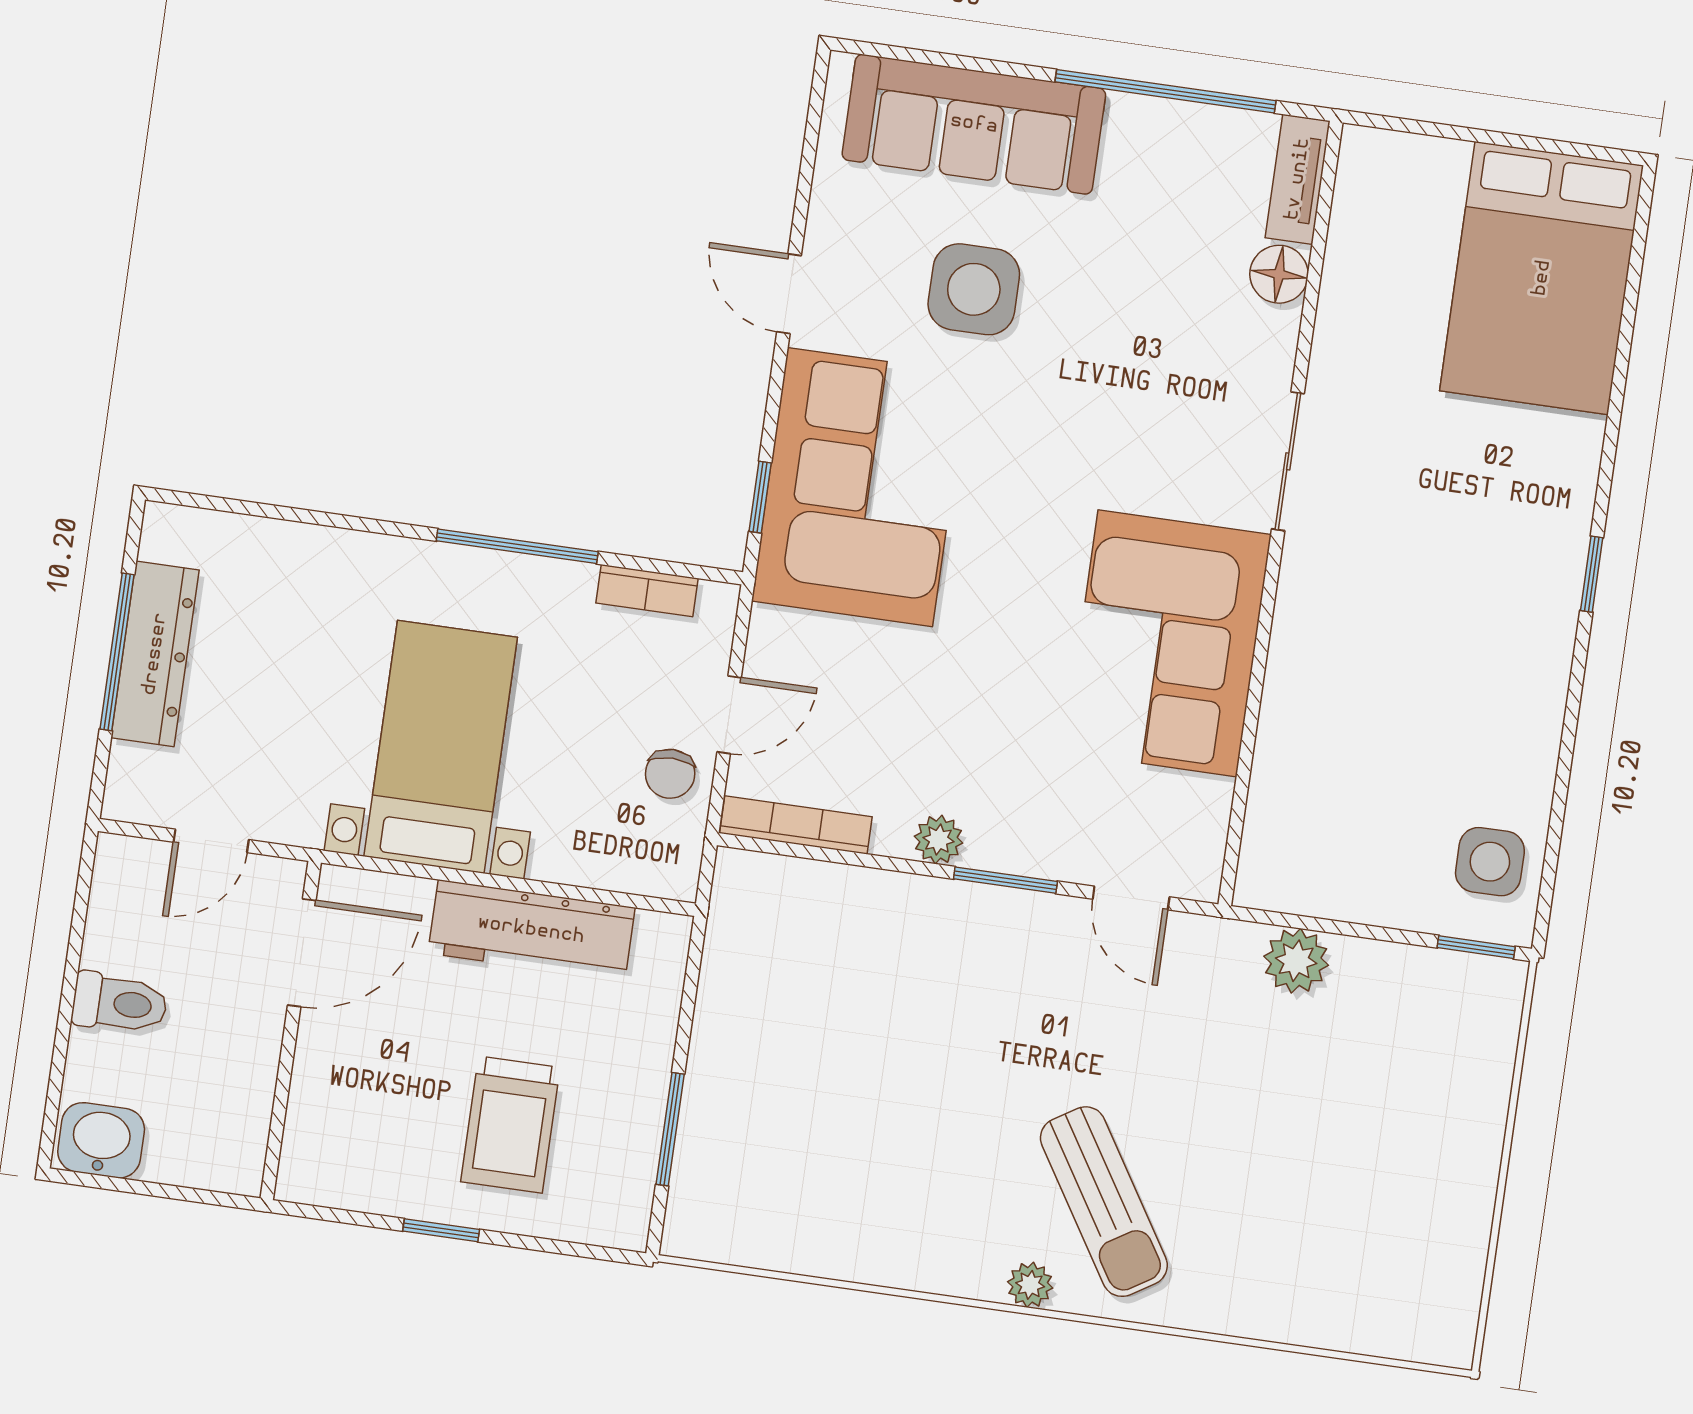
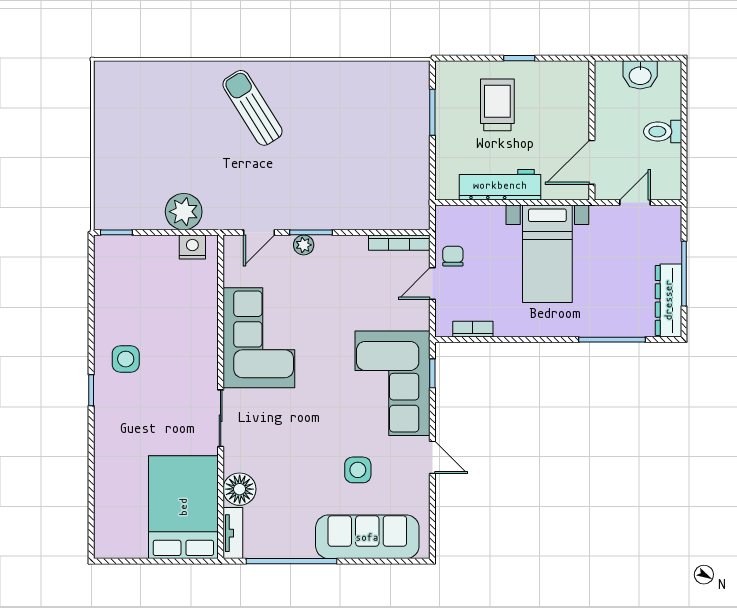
floor lamp: (1279, 274) -> (240, 489), width x1.38, depth x1.38
bed: (1542, 278) -> (183, 507), moved
side table: (974, 289) -> (358, 470), width x0.73, depth x0.73
window: (517, 546) -> (612, 340), moved
dresser: (155, 654) -> (668, 300), moved
plant: (938, 840) -> (304, 245), moved
side table: (1490, 862) -> (126, 359), moved
nightstand: (1297, 886) -> (192, 247), added
door: (1131, 898) -> (259, 232), swing flipped
plant: (1296, 961) -> (184, 212), width x1.36, depth x1.36
washbasin: (101, 1140) -> (640, 75), moved
plant: (1030, 1285) -> (278, 70), removed

